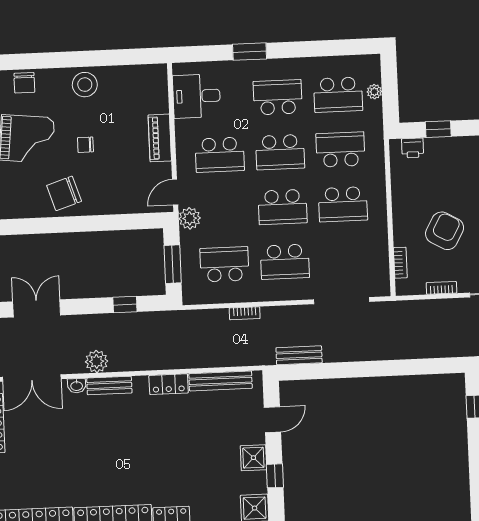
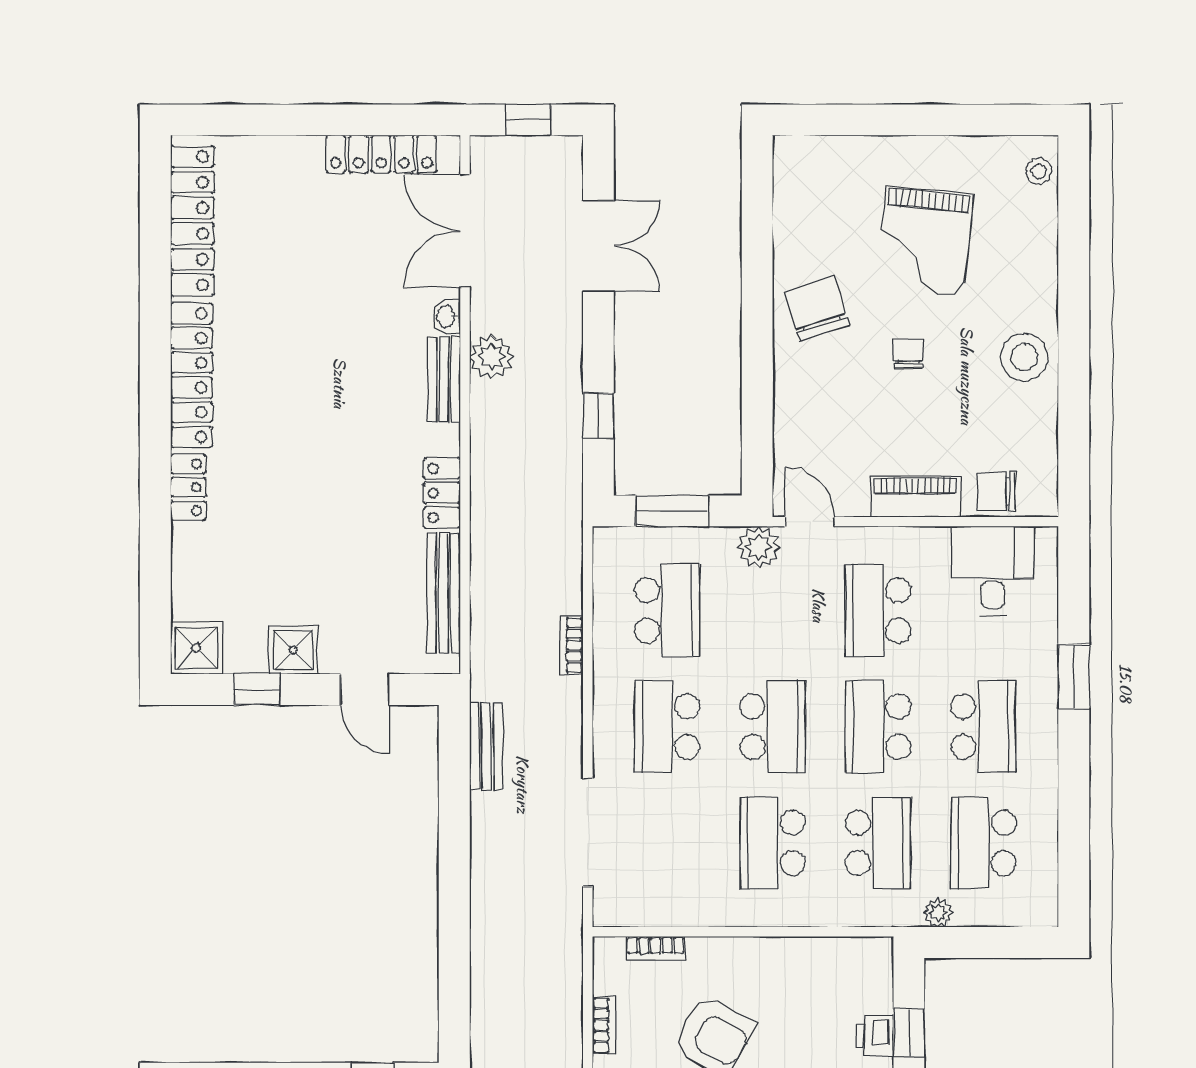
chair: (24, 83) -> (996, 491), moved
plant: (374, 92) -> (938, 913), moved
printer: (413, 148) -> (875, 1036), moved
school desk: (282, 207) -> (773, 727), turned 180

